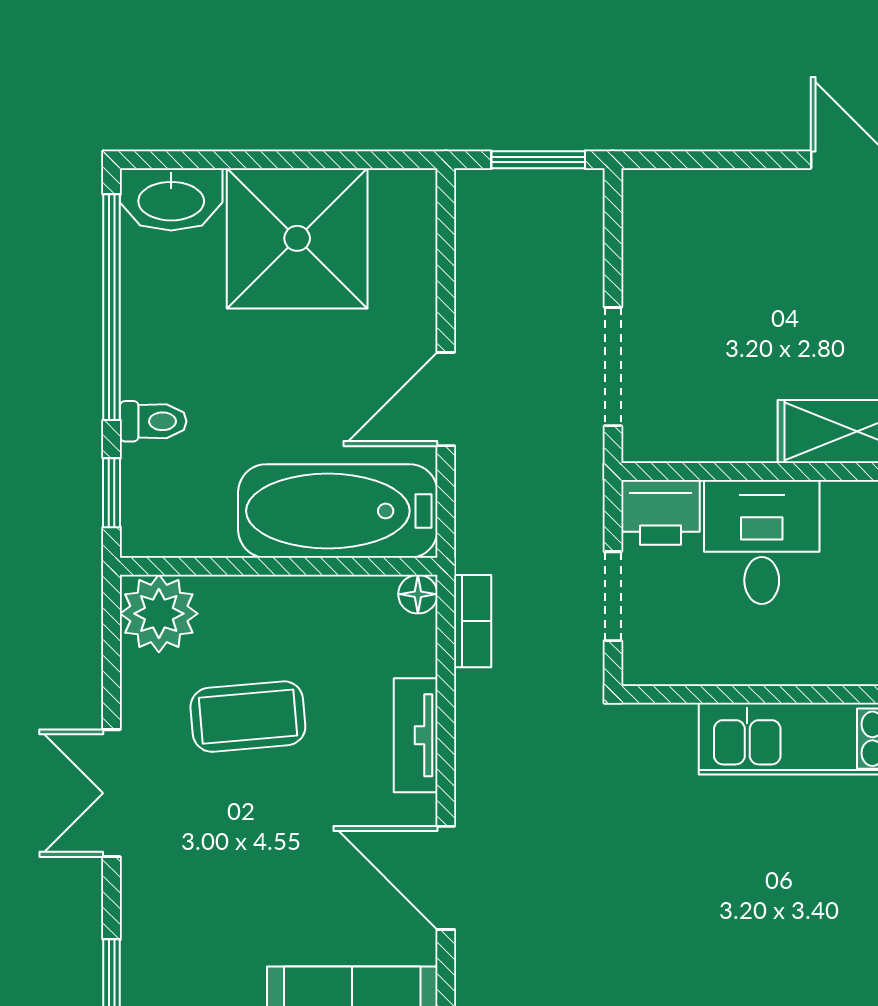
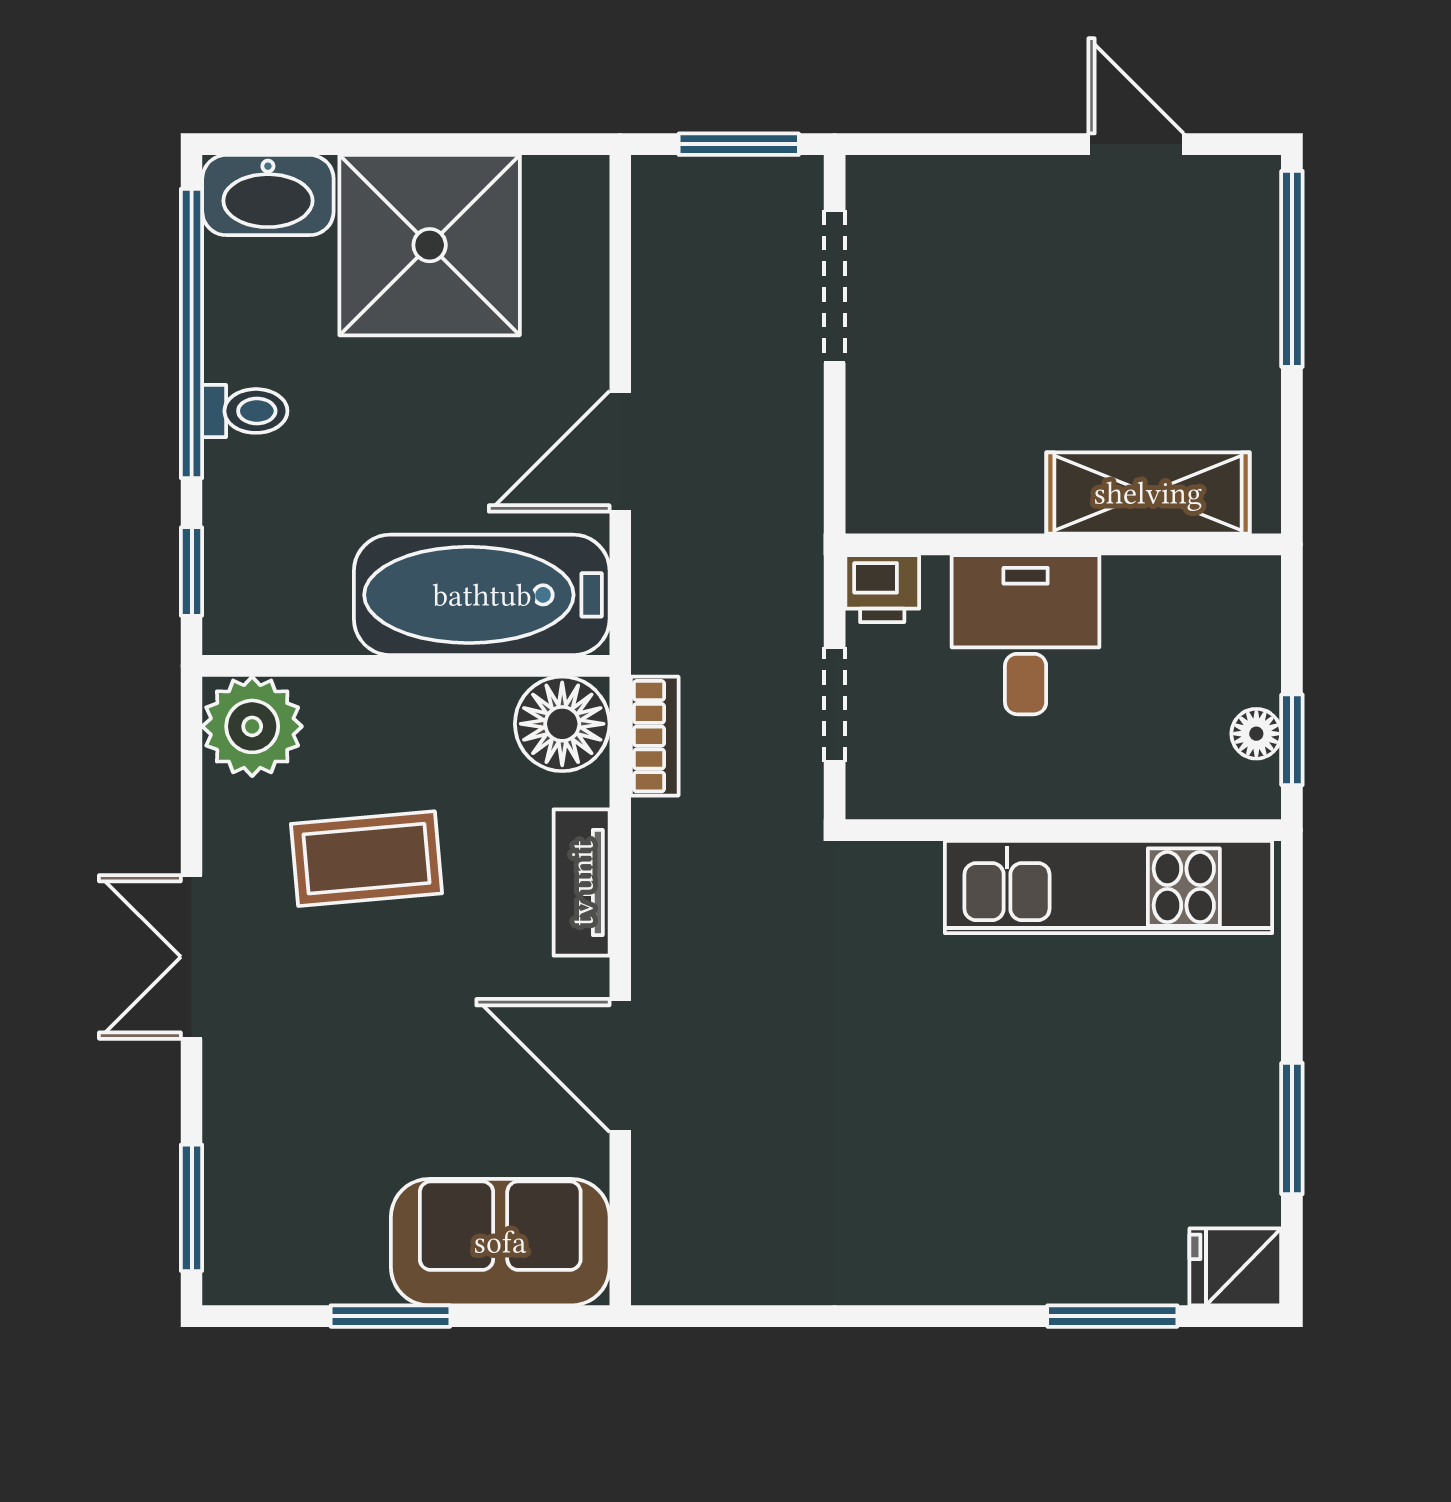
doorway: (613, 367) -> (835, 286), moved
toilet: (153, 421) -> (245, 411), moved
printer: (660, 512) -> (882, 589), width x0.73, depth x0.81
floor lamp: (418, 594) -> (562, 724), width x1.89, depth x1.89

